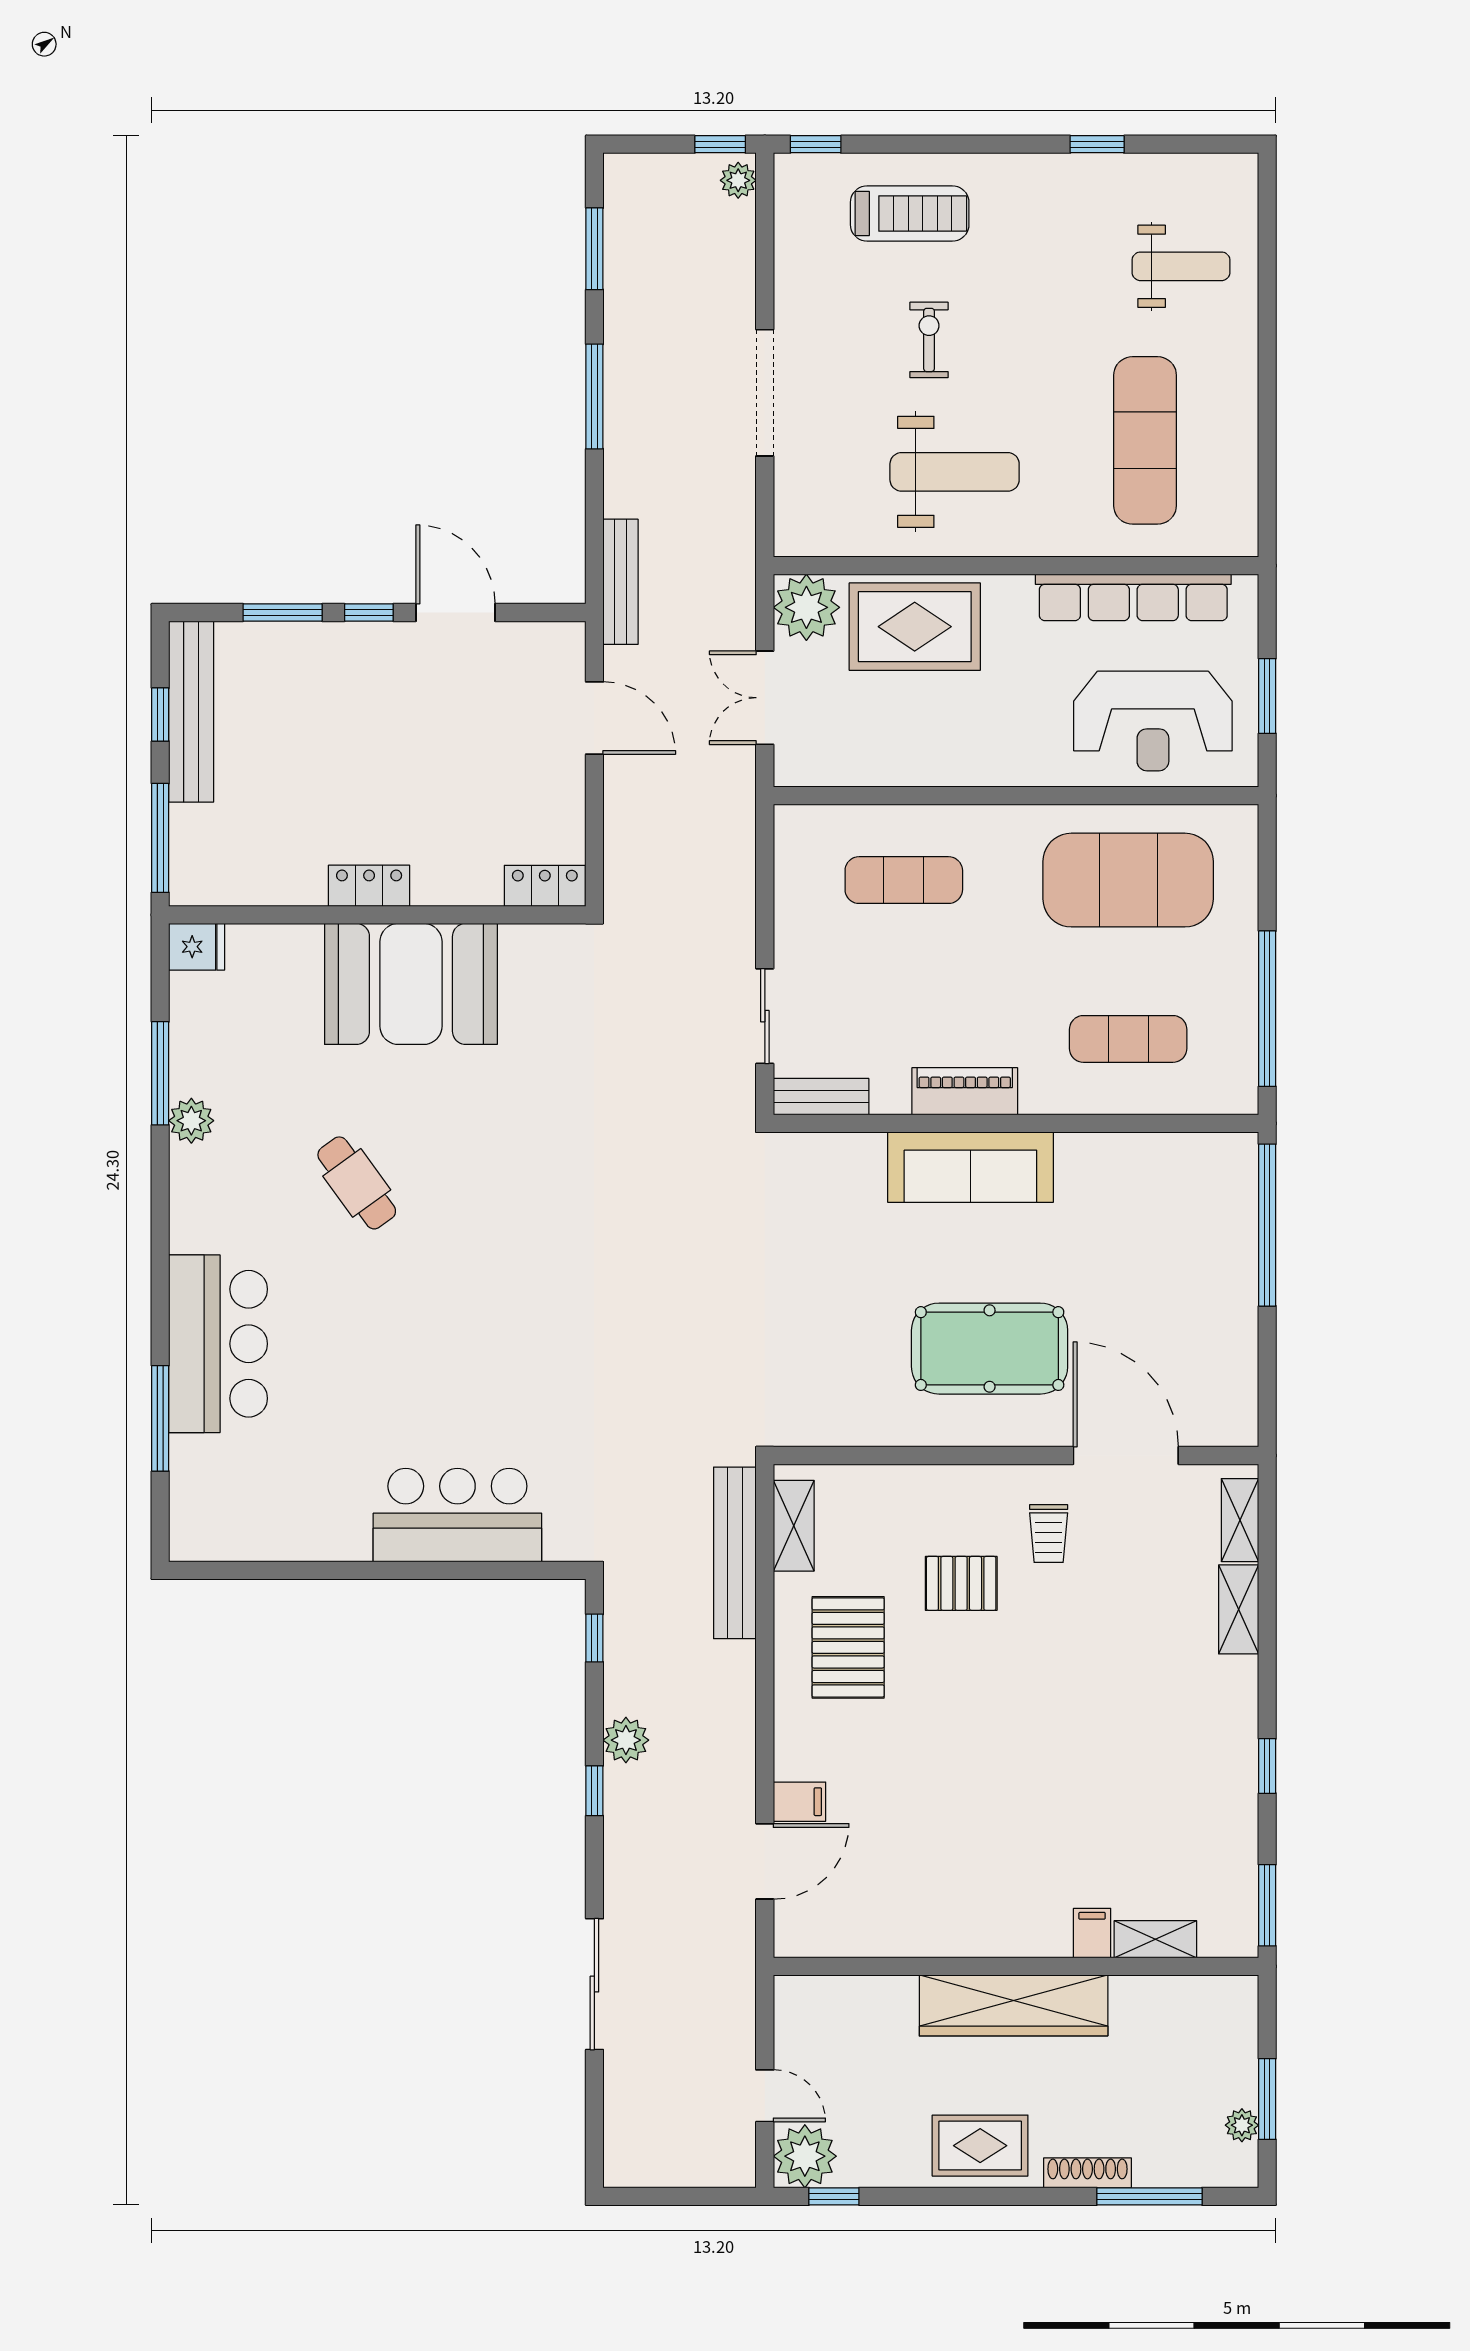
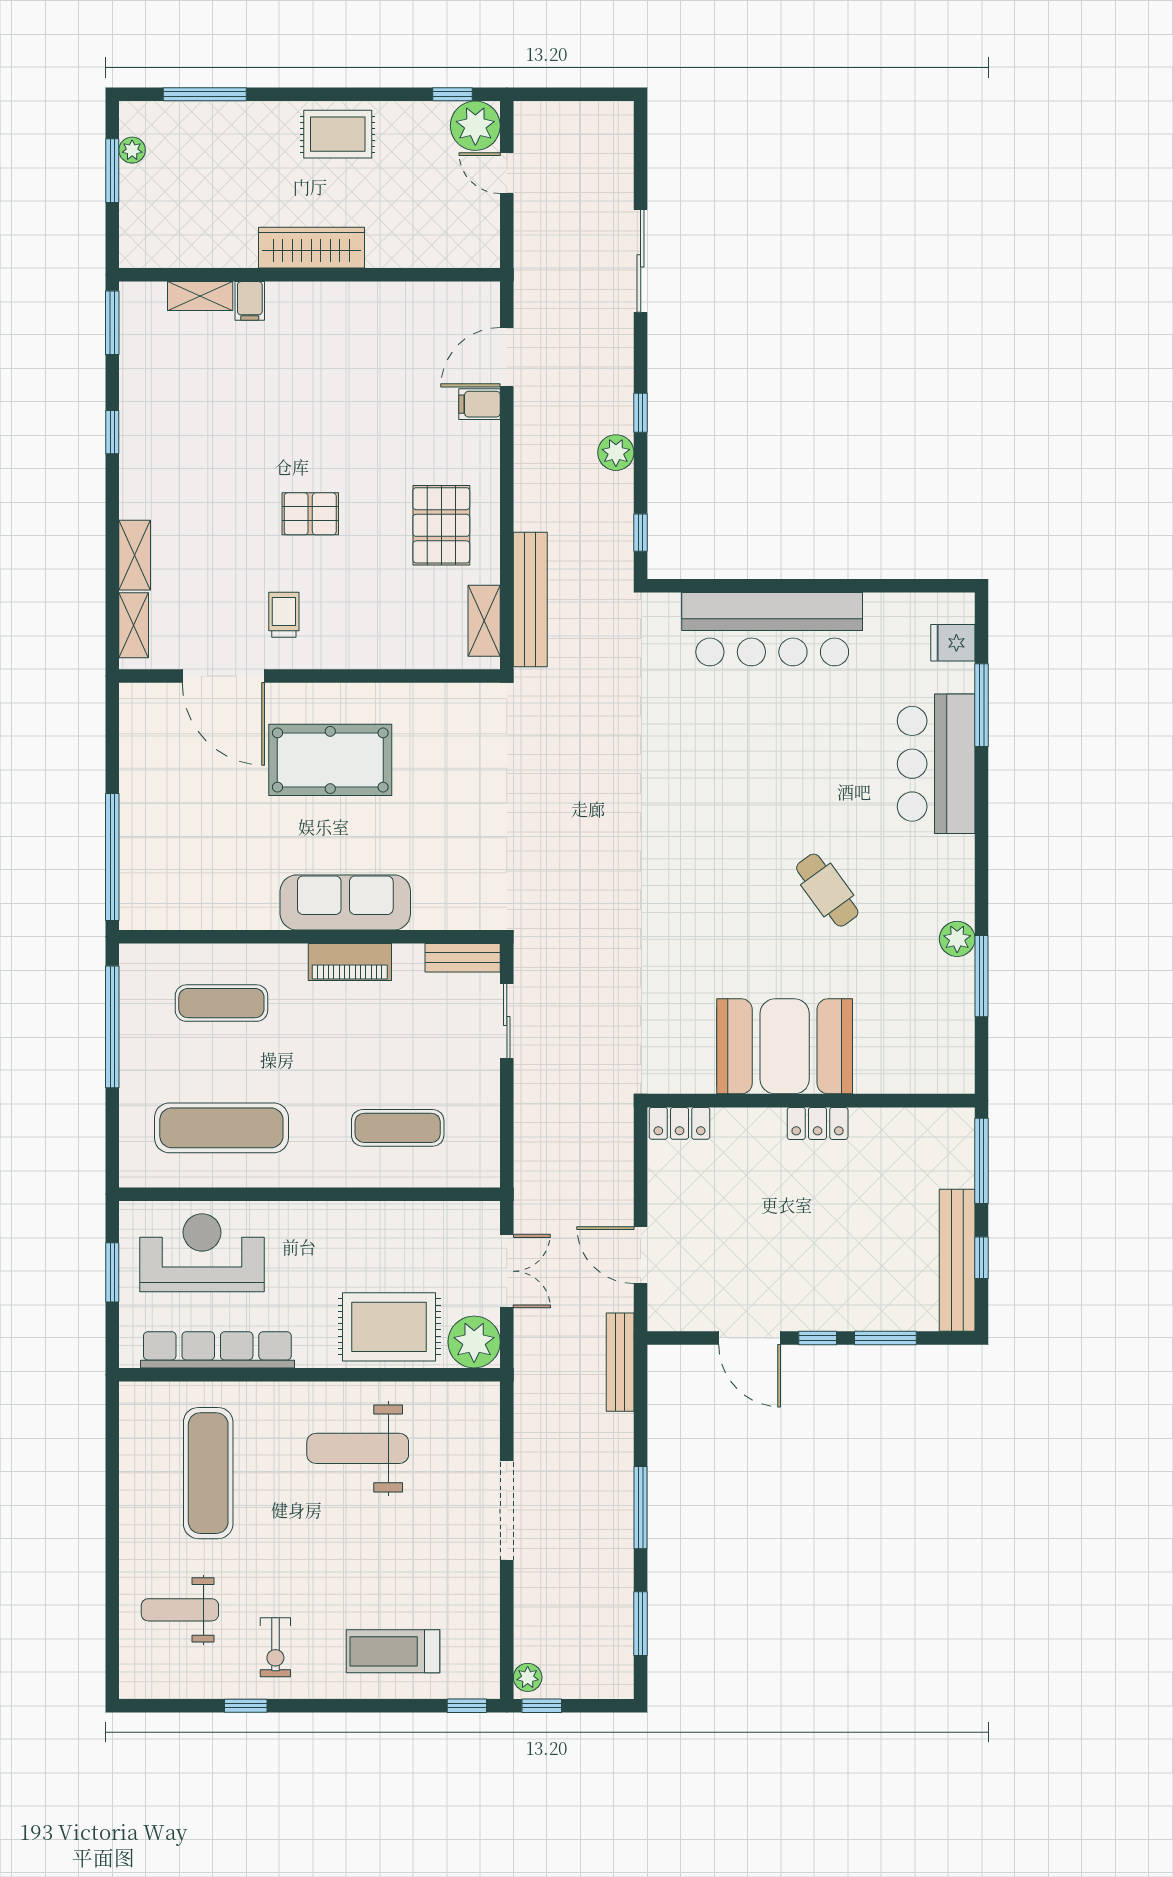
exercise bike: (929, 340) -> (275, 1647), moved
exercise mat: (1128, 880) -> (221, 1128), width x0.68
fridge: (197, 947) -> (953, 643), moved
bar counter: (457, 1515) -> (772, 629), width x1.36
pallet: (961, 1583) -> (310, 514), moved
wardrobe: (1014, 2005) -> (311, 248), width x0.71, depth x0.85
shoe rack: (1087, 2173) -> (253, 113), removed

